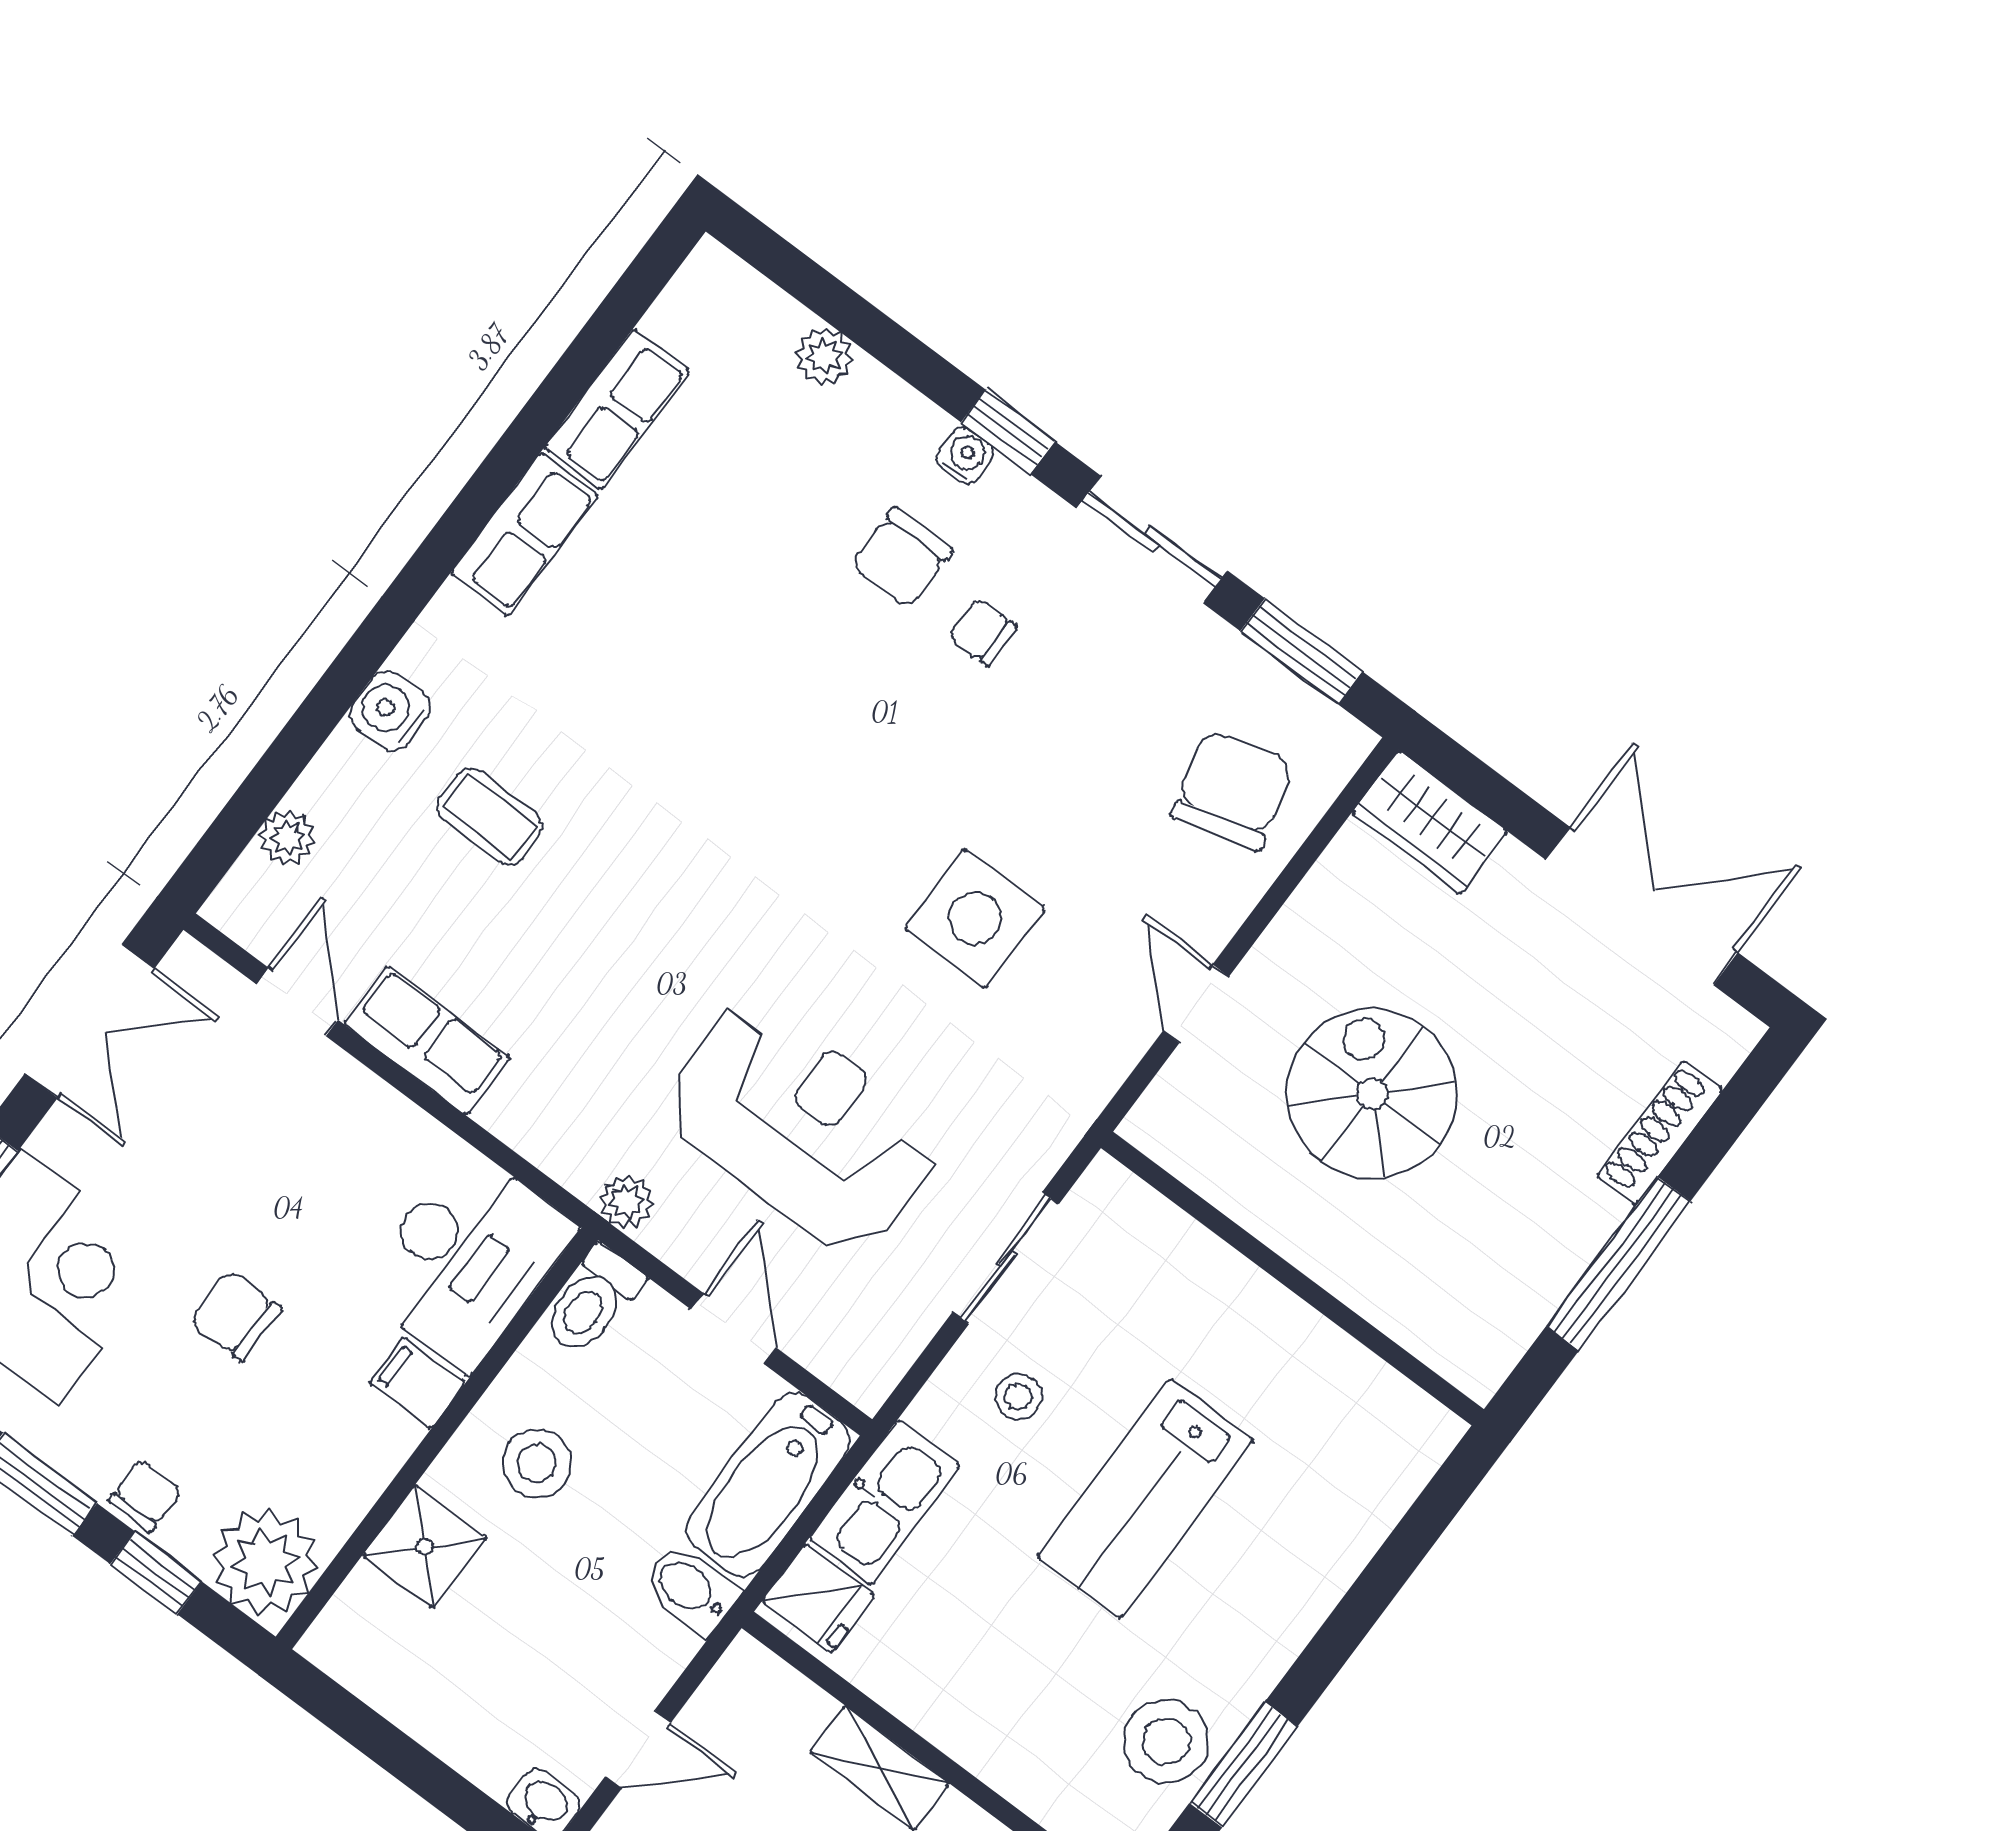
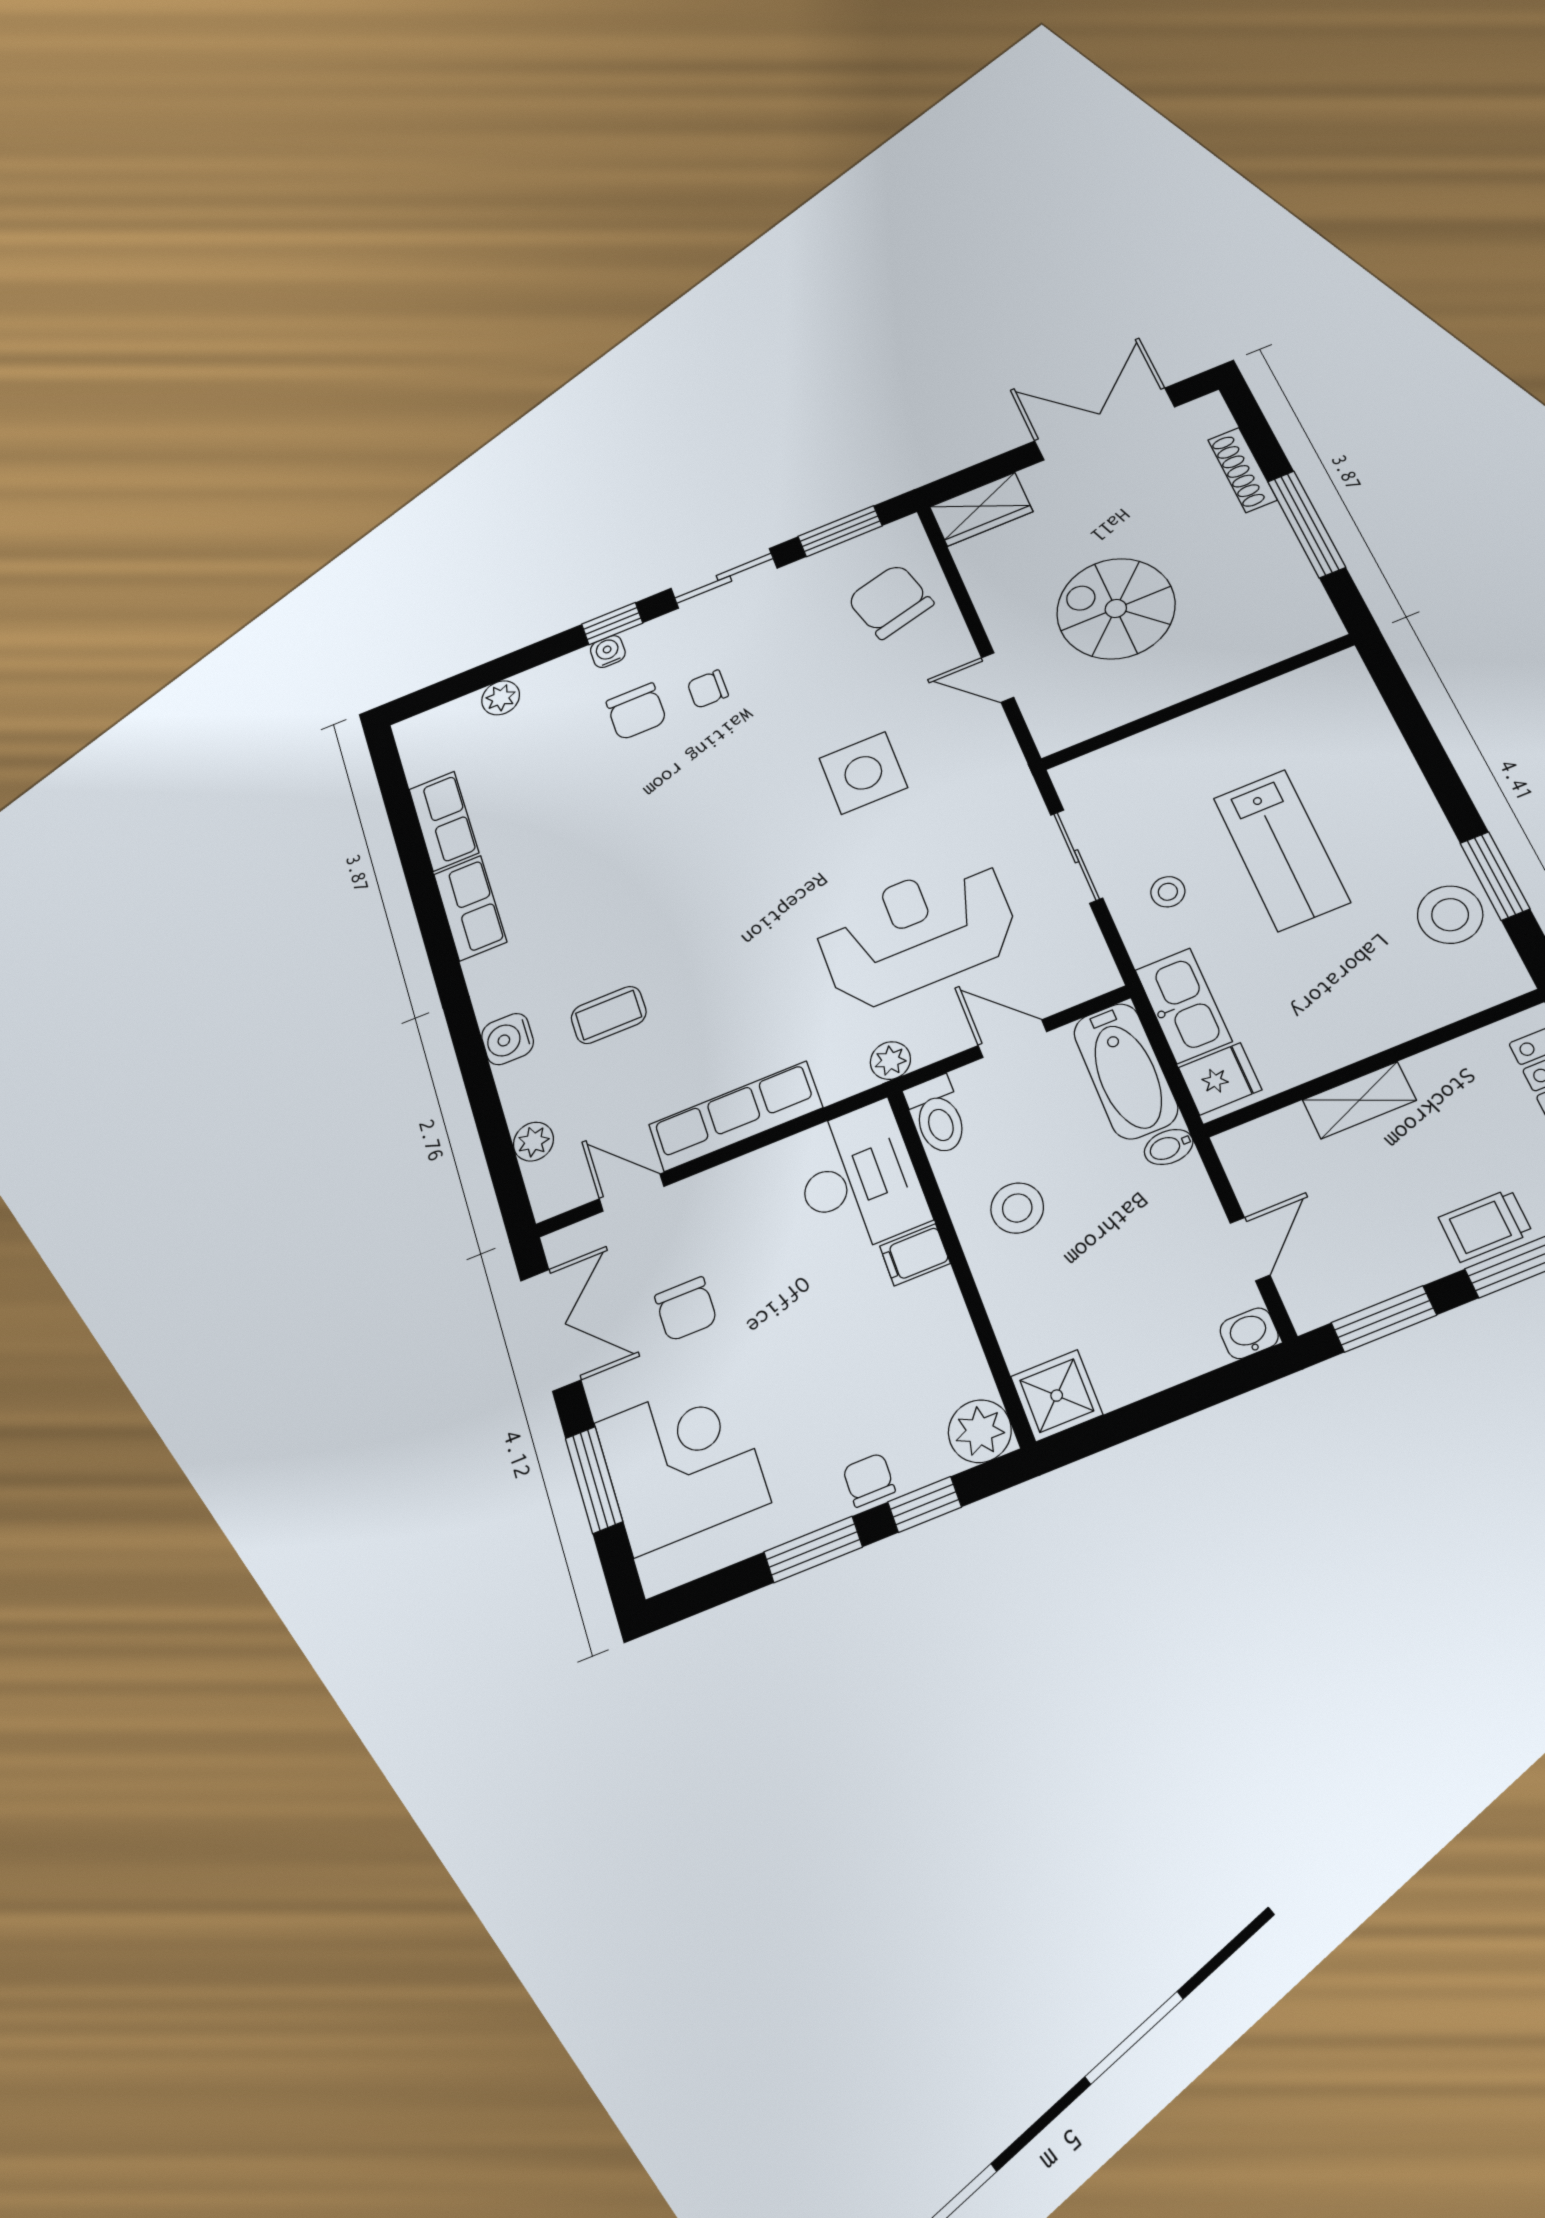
row of seats: (427, 1040) -> (736, 1116), width x1.48
chair: (236, 1315) -> (686, 1309), moved, turned -90
shower: (425, 1547) -> (1057, 1396), moved
plant: (265, 1562) -> (980, 1431), width x0.73, depth x0.73
bidet: (690, 1589) -> (1169, 1147), width x0.72, depth x0.74

